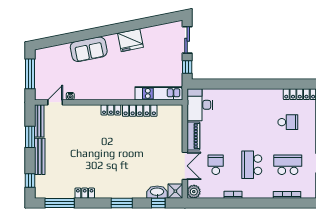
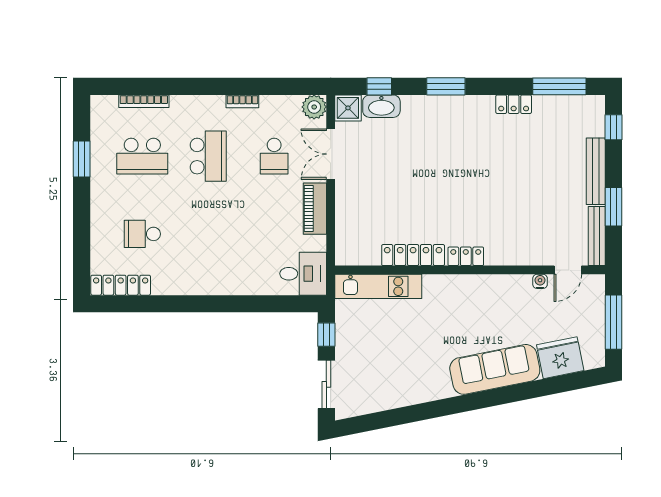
fridge: (130, 40) -> (560, 358), moved
sofa: (89, 49) -> (495, 369), width x1.36
desk: (200, 105) -> (303, 274), width x0.73

